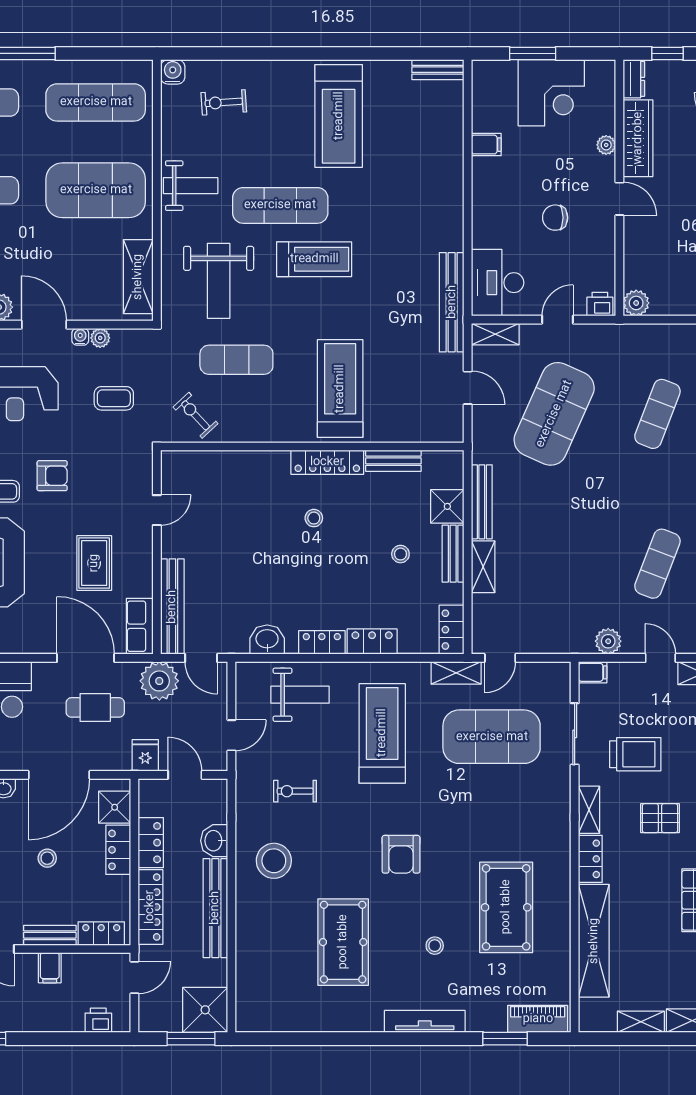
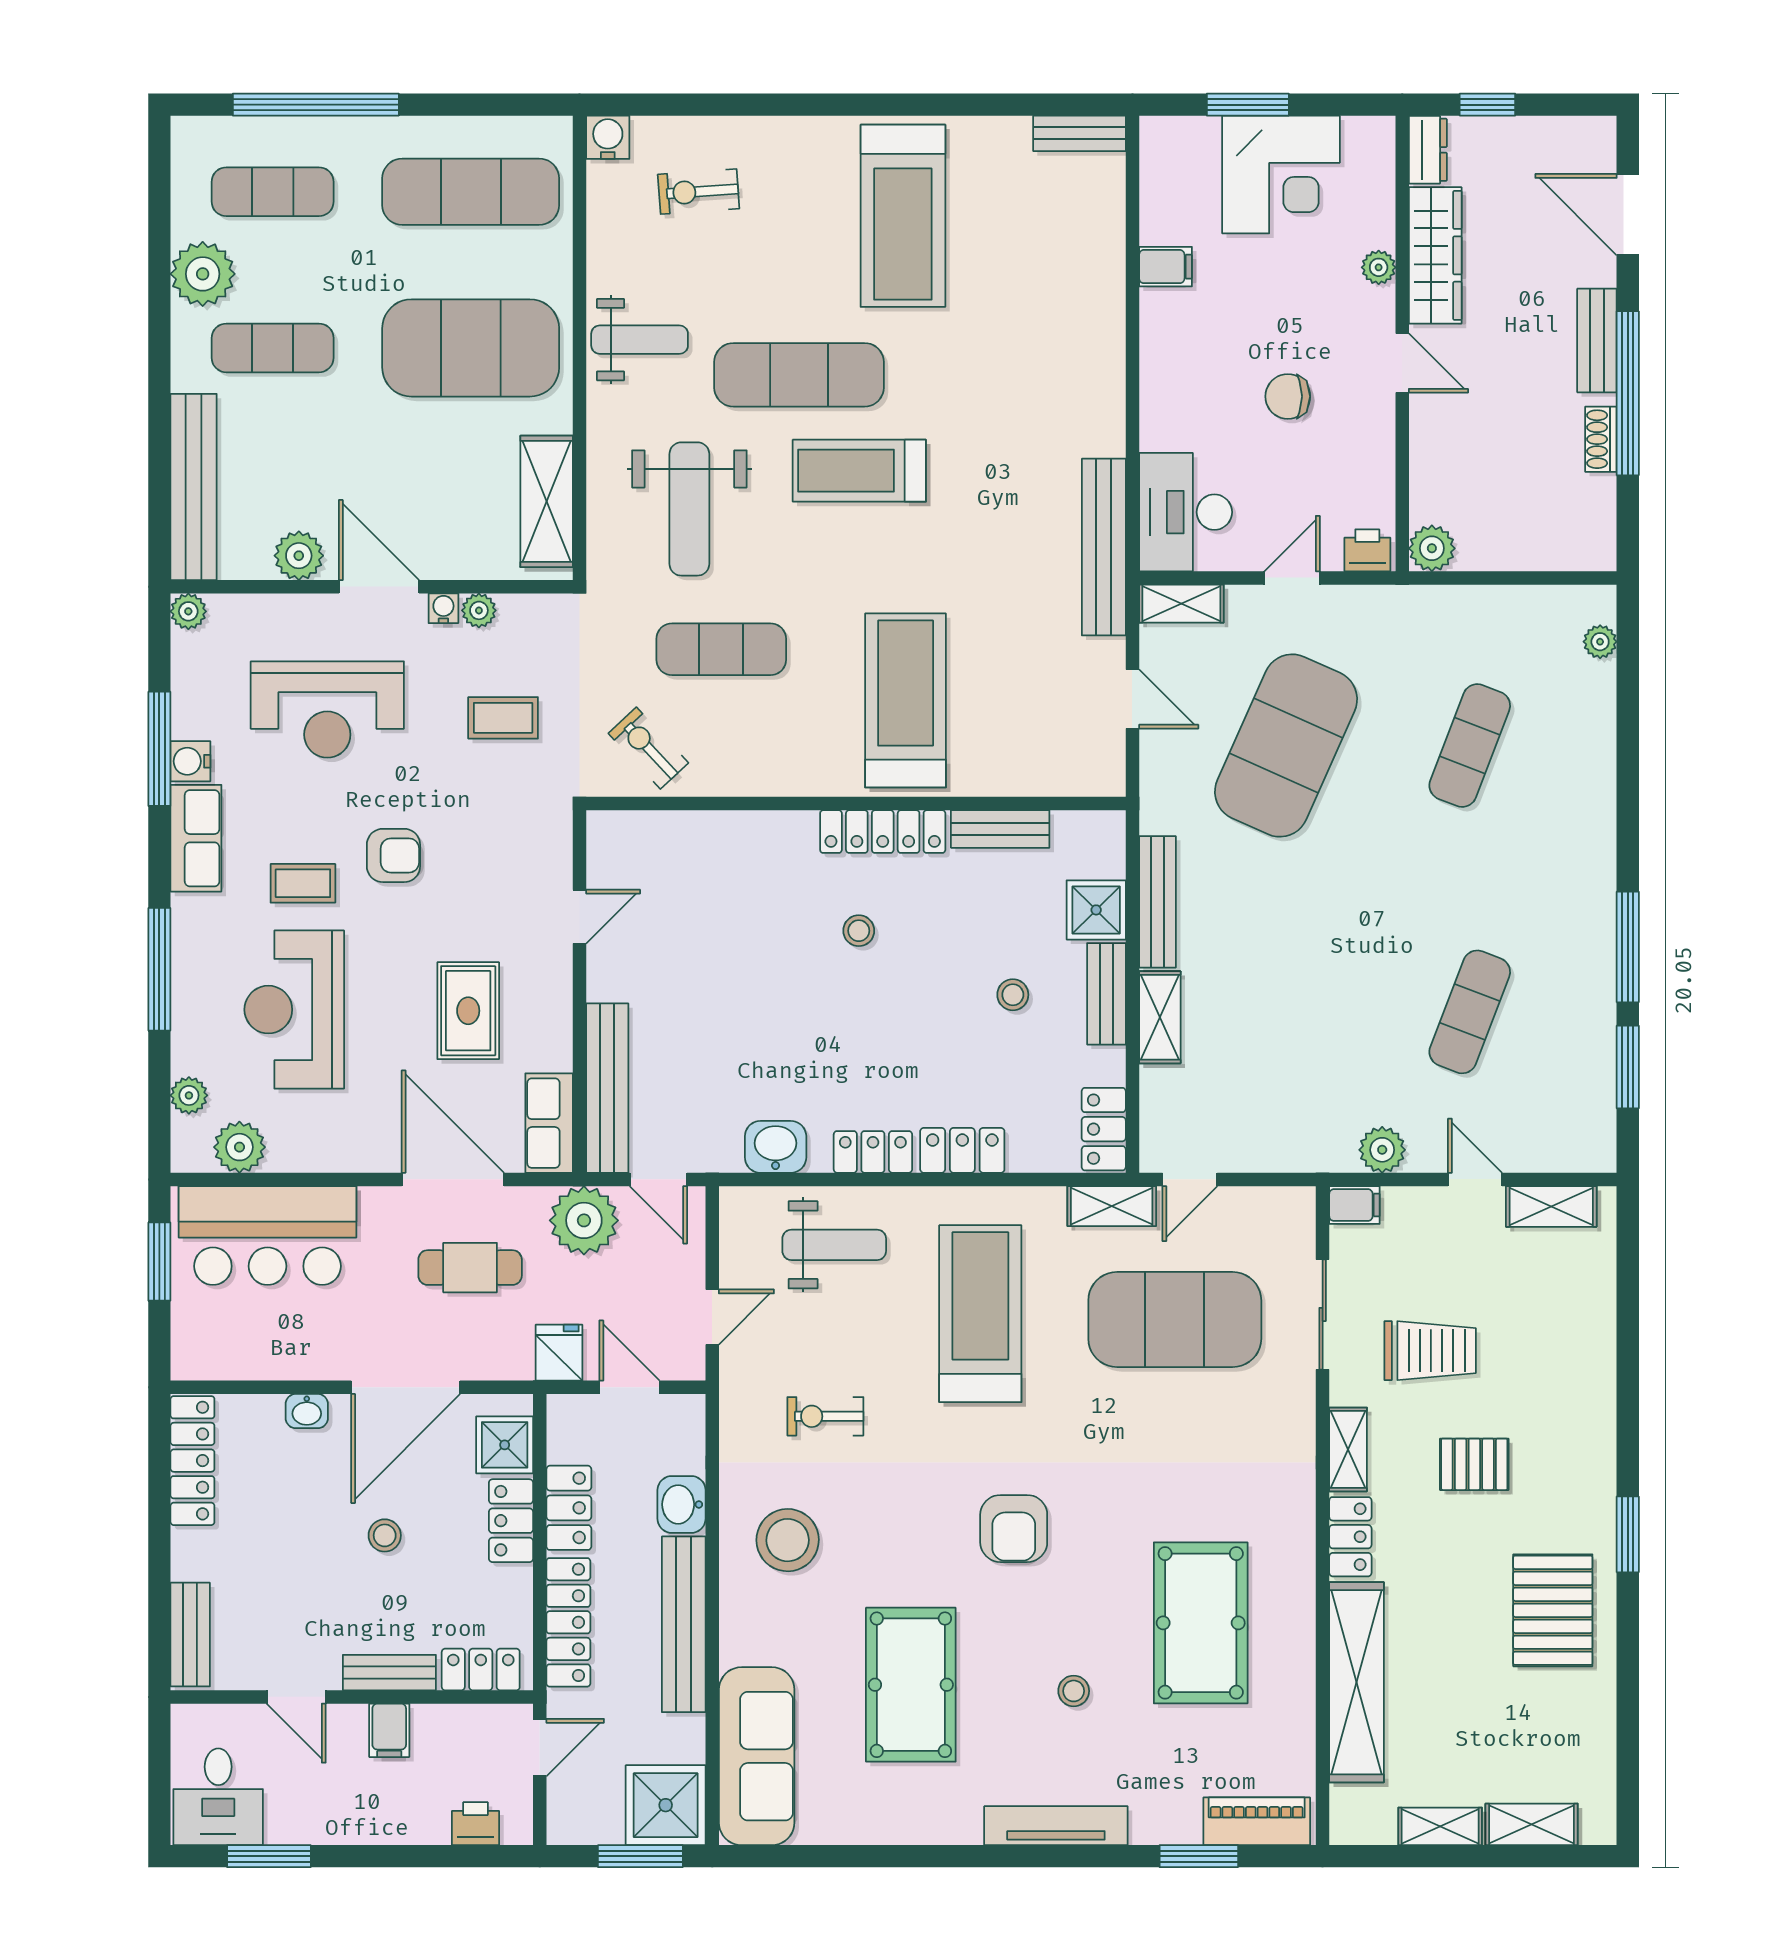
treadmill: (314, 259) -> (859, 471), turned 180
sofa: (256, 982) -> (757, 1756), added

